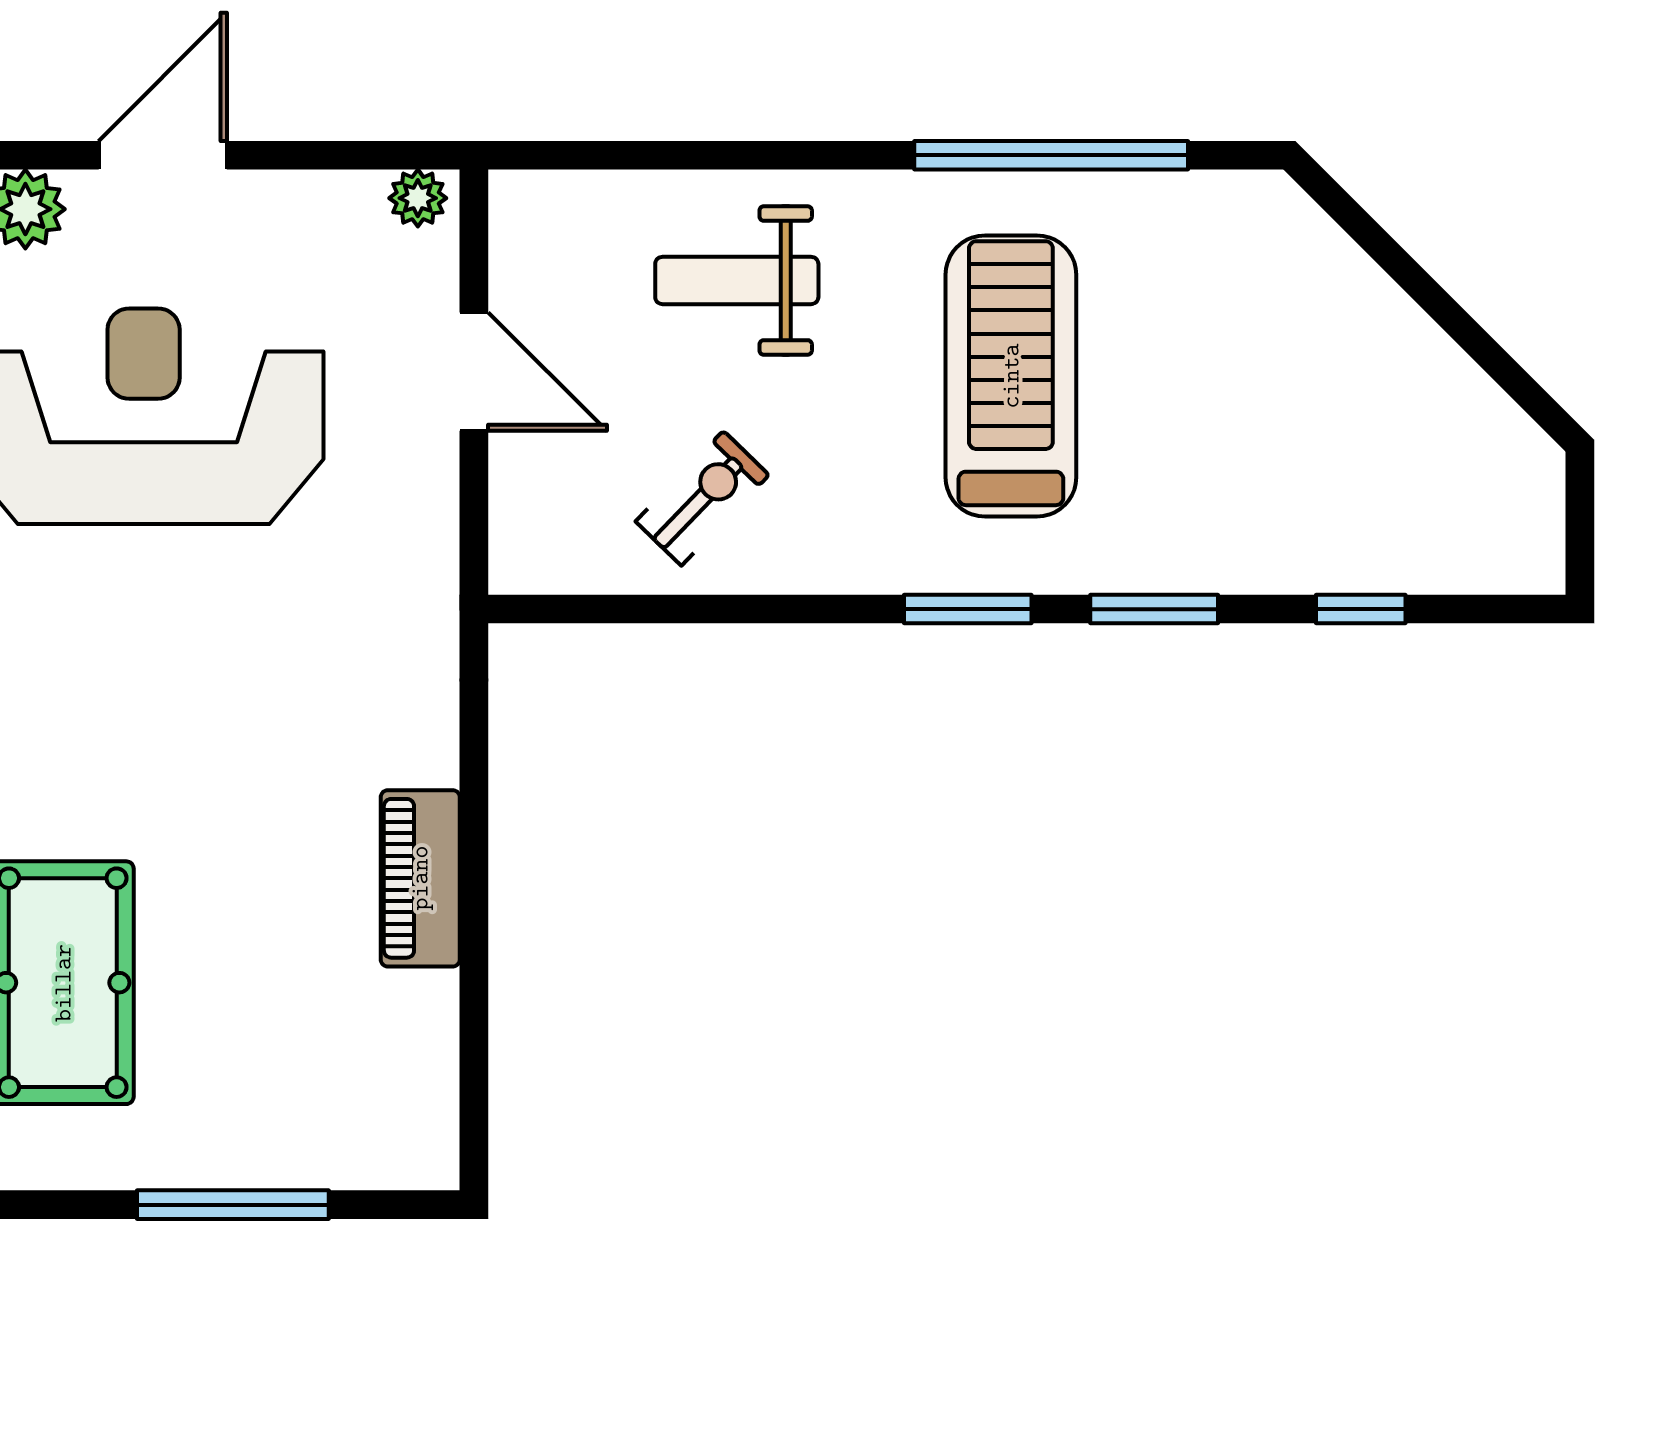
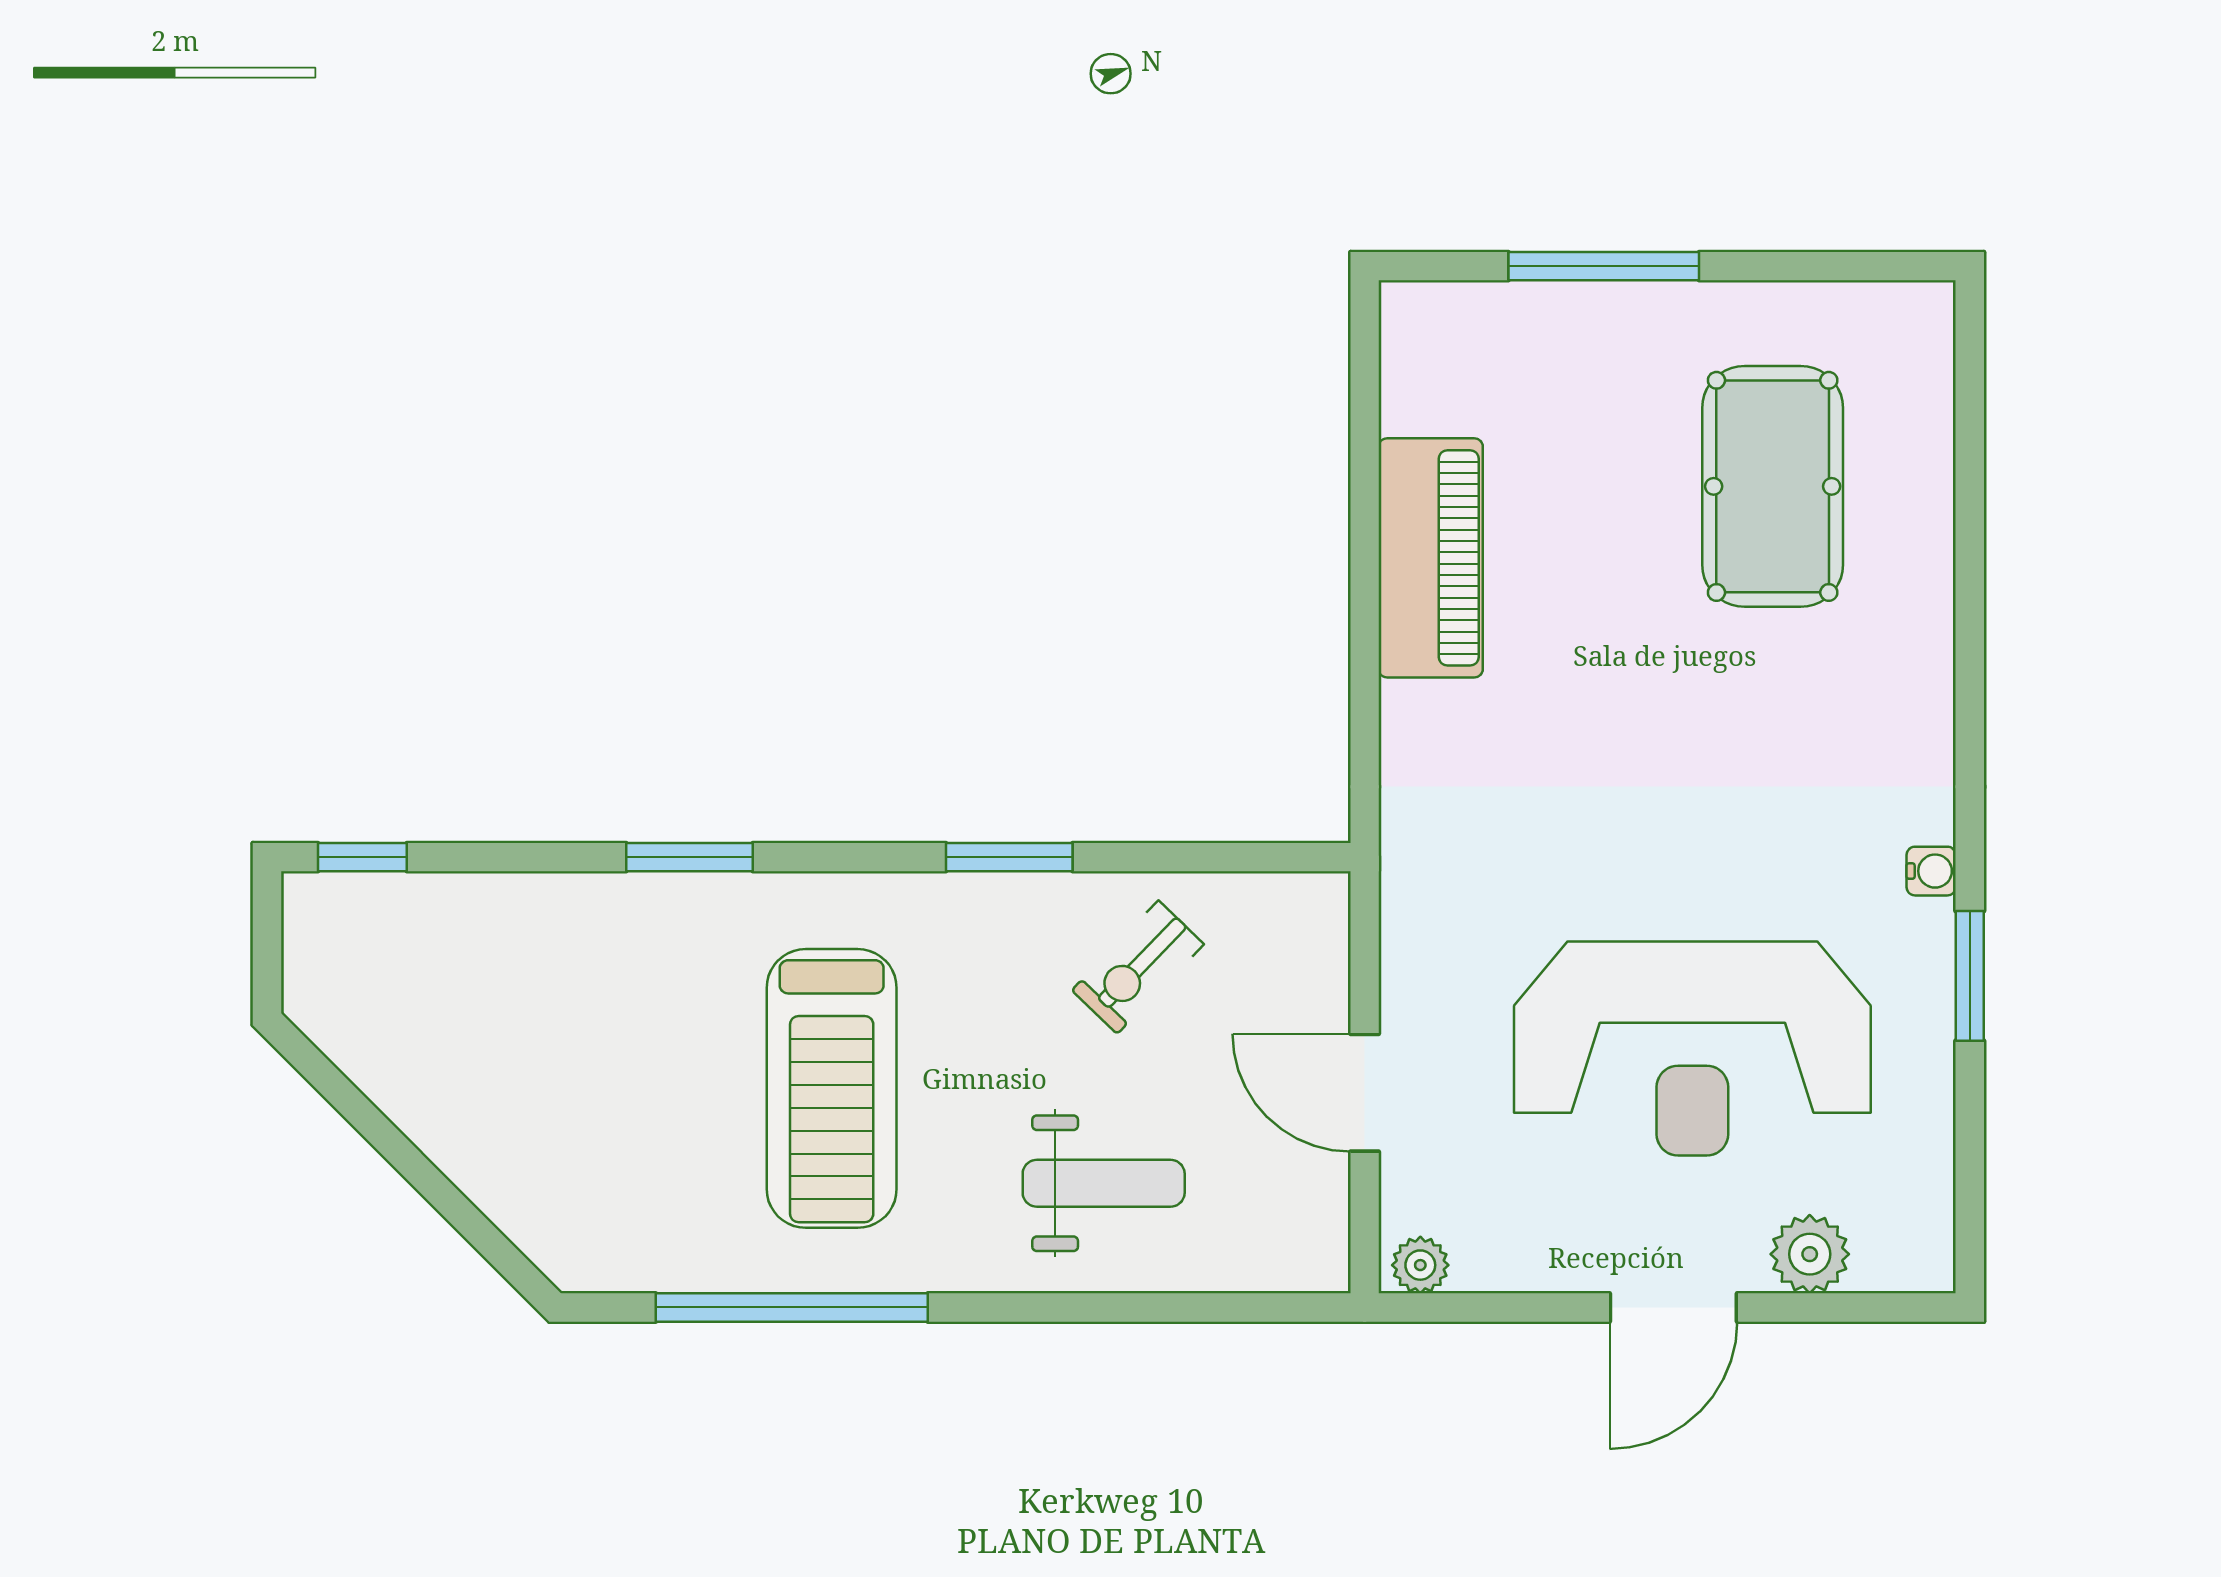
window: (968, 609) -> (1009, 857), moved
window: (1361, 609) -> (362, 857), moved
piano: (420, 878) -> (1431, 558), width x1.37, depth x1.33

